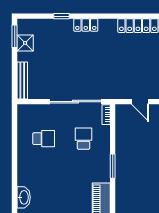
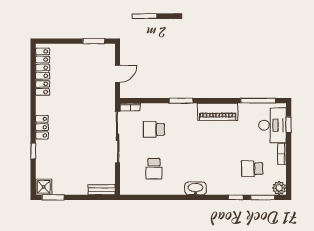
shower: (25, 43) -> (44, 187), moved
bench: (22, 81) -> (102, 190), width x0.73
school desk: (44, 139) -> (154, 169), turned 180
washbasin: (24, 197) -> (195, 188), moved

